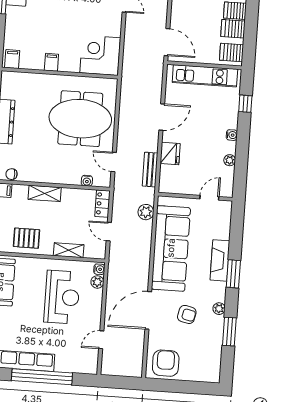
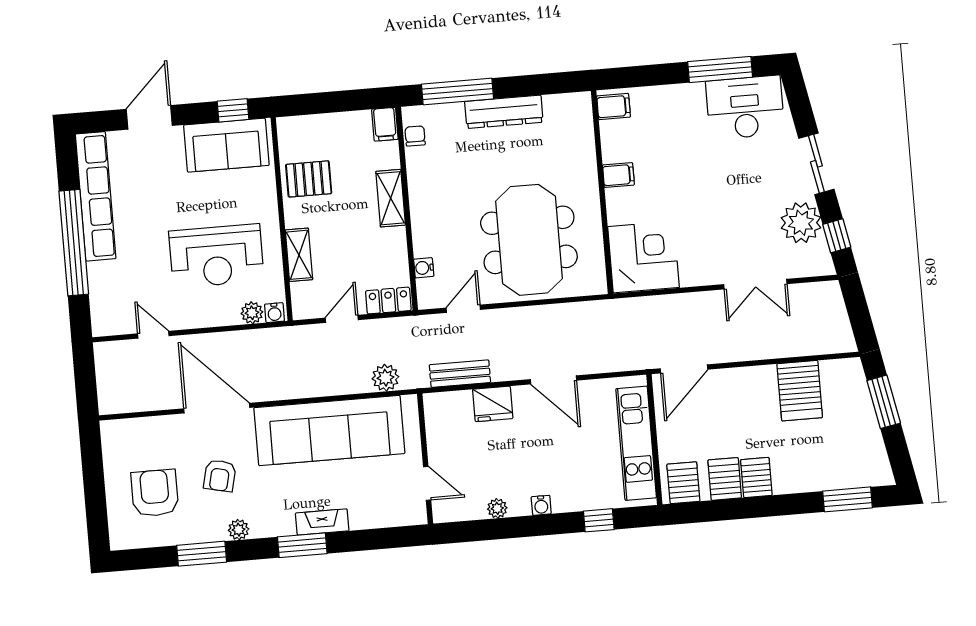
pallet: (26, 238) -> (309, 179), turned 90
fireplace: (220, 260) -> (322, 522), width x0.73, depth x0.76
armchair: (166, 363) -> (155, 493), moved, turned -90

